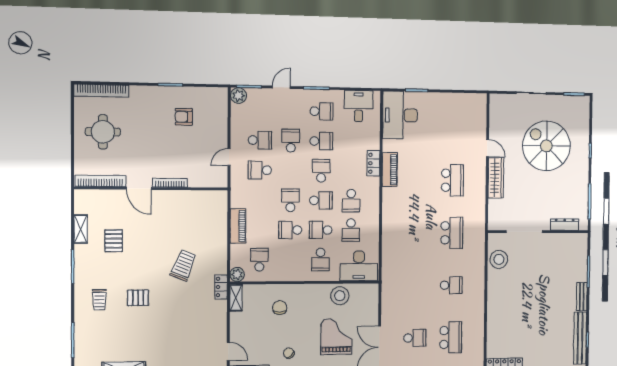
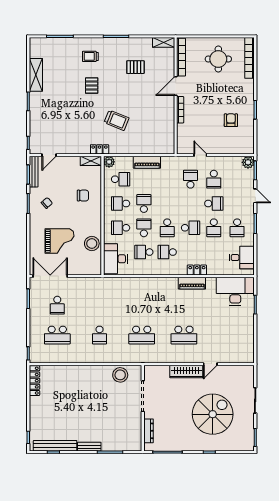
school desk: (290, 200) -> (121, 203), moved, turned 180
shelving: (81, 229) -> (164, 42), moved

